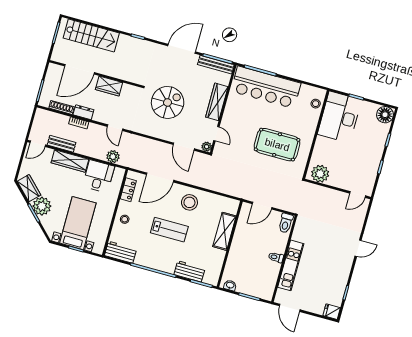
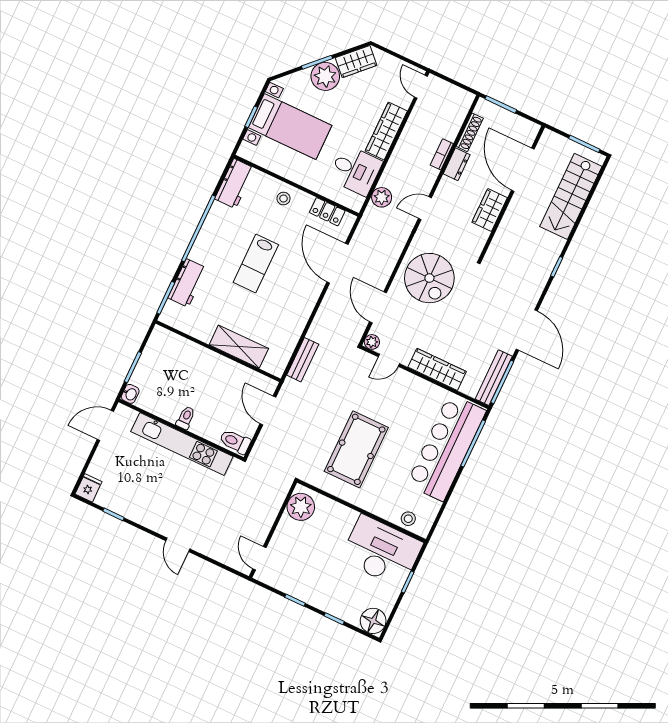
spiral stairs: (168, 102) -> (429, 278), moved
bench: (62, 144) -> (303, 360), moved
door: (184, 147) -> (378, 307), hinge flipped
stool: (189, 202) -> (292, 301), removed
kitchen unit: (291, 265) -> (182, 444), width x1.36
washbasin: (230, 285) -> (130, 394), moved

